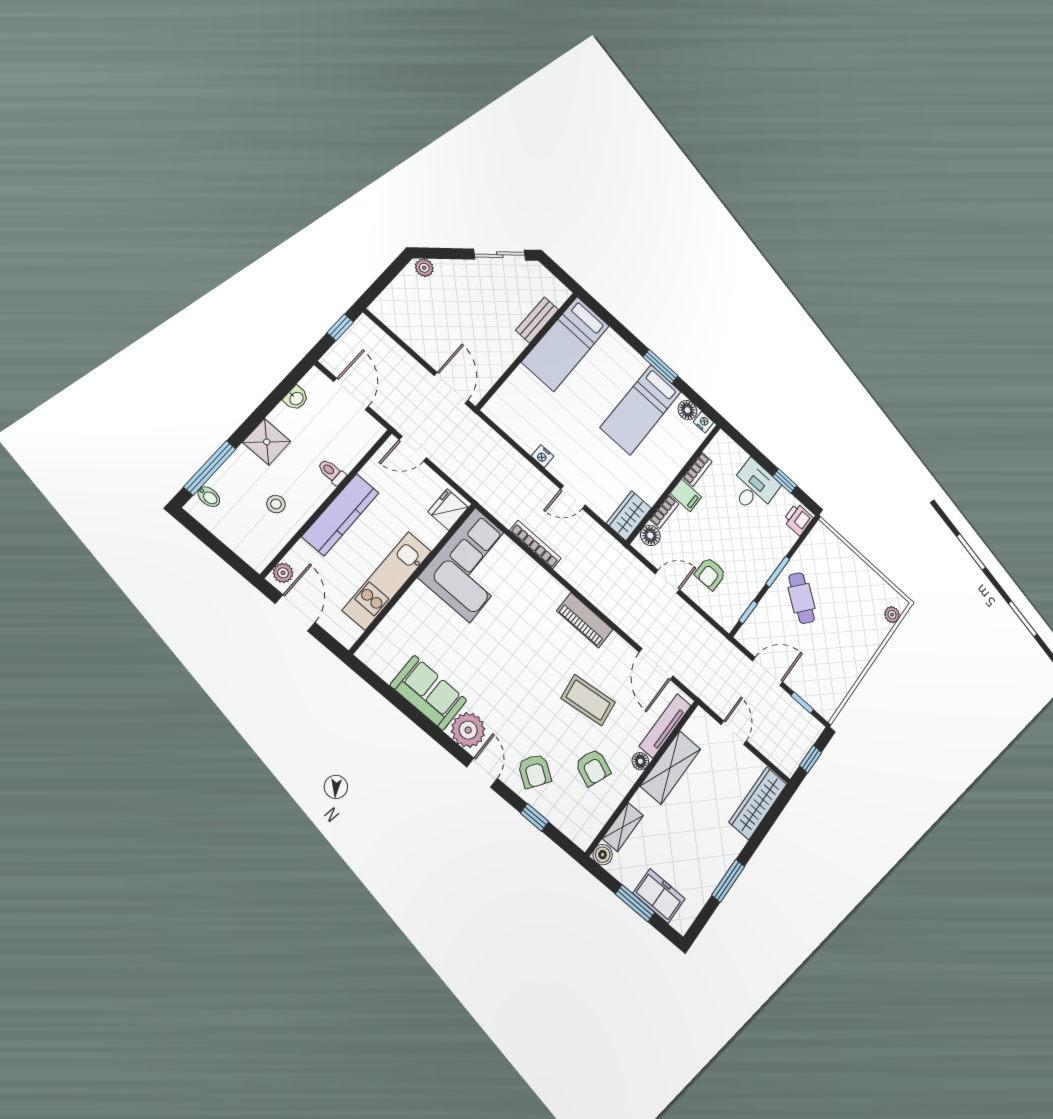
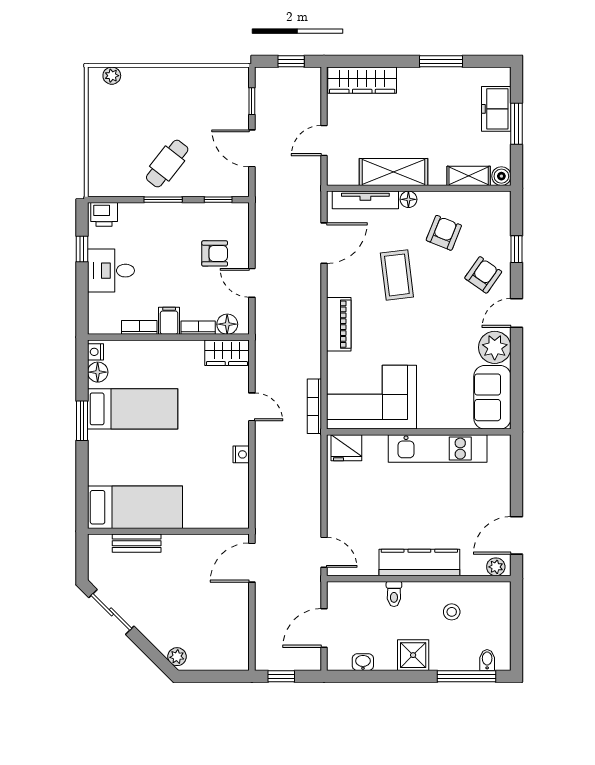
fridge: (448, 510) -> (346, 448), moved
corner sofa: (473, 565) -> (372, 397), moved
wall: (413, 578) -> (419, 432), moved
kitchen unit: (387, 581) -> (438, 449), moved

